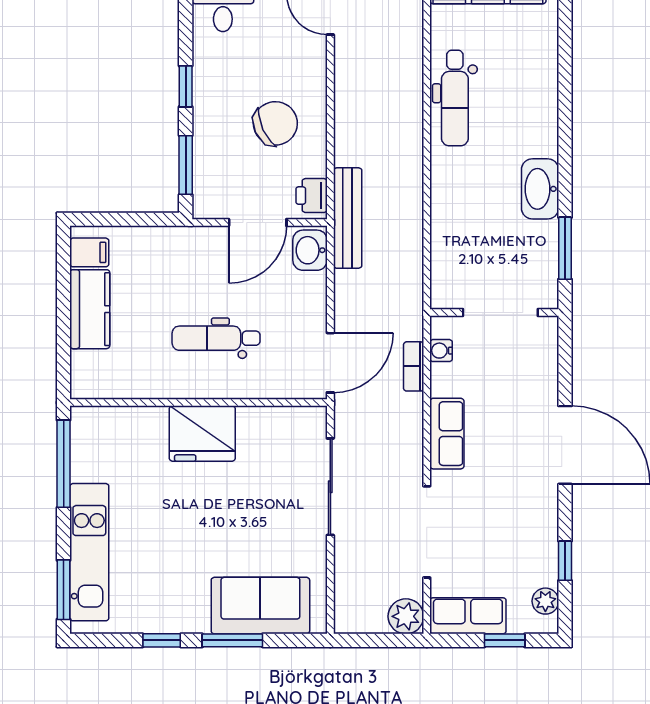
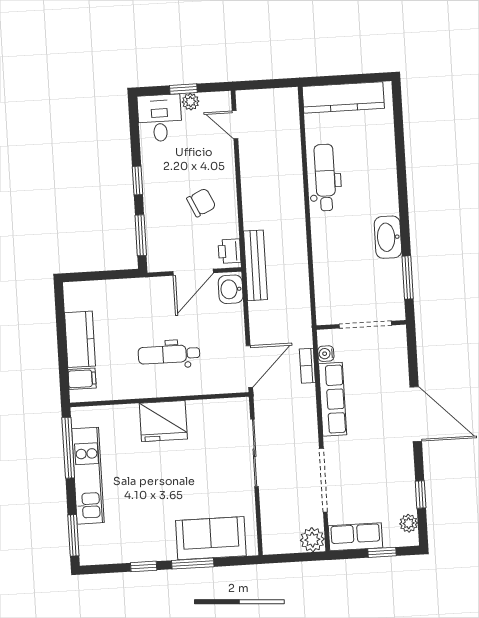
dental chair: (455, 98) -> (325, 178), turned 180
chair: (275, 123) -> (201, 203), width x0.73, depth x0.73
filing cabinet: (89, 252) -> (82, 379), moved
row of seats: (447, 434) -> (333, 399), width x1.48
kitchen unit: (89, 552) -> (88, 476), moved

